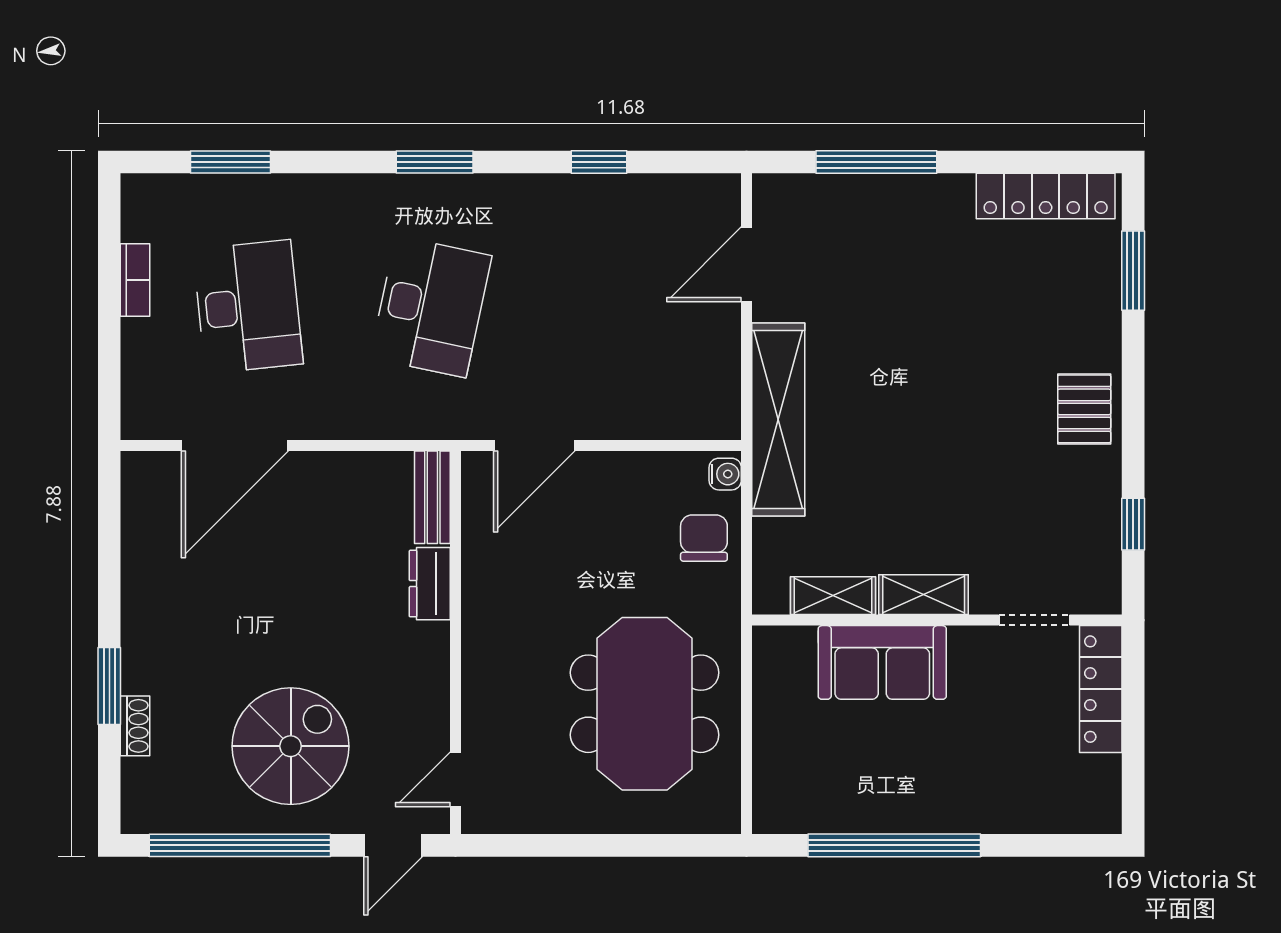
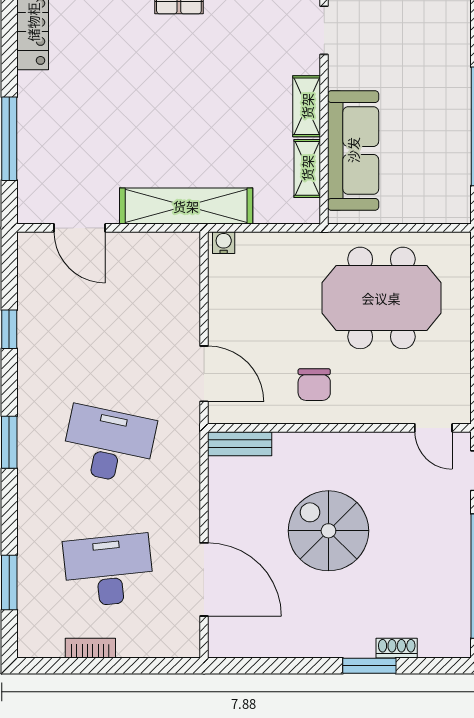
chair: (704, 538) -> (314, 385), moved, turned -90
dresser: (430, 584) -> (299, 446), removed
sofa: (882, 662) -> (353, 150), width x1.36
spiral stairs: (291, 746) -> (328, 531), moved

